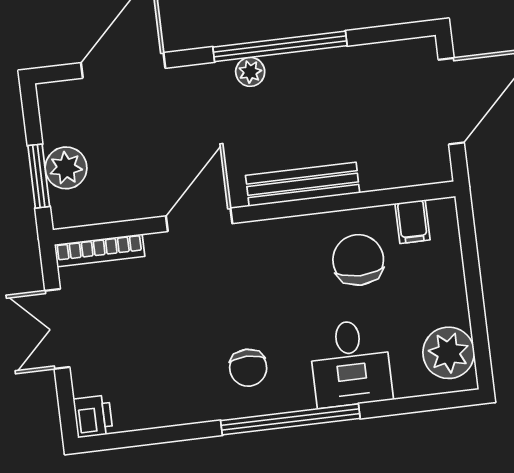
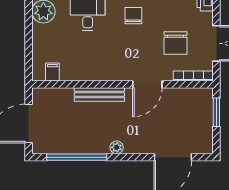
window: (280, 46) -> (77, 157), moved
plant: (66, 168) -> (204, 115), removed
chair: (358, 260) -> (175, 43), moved

